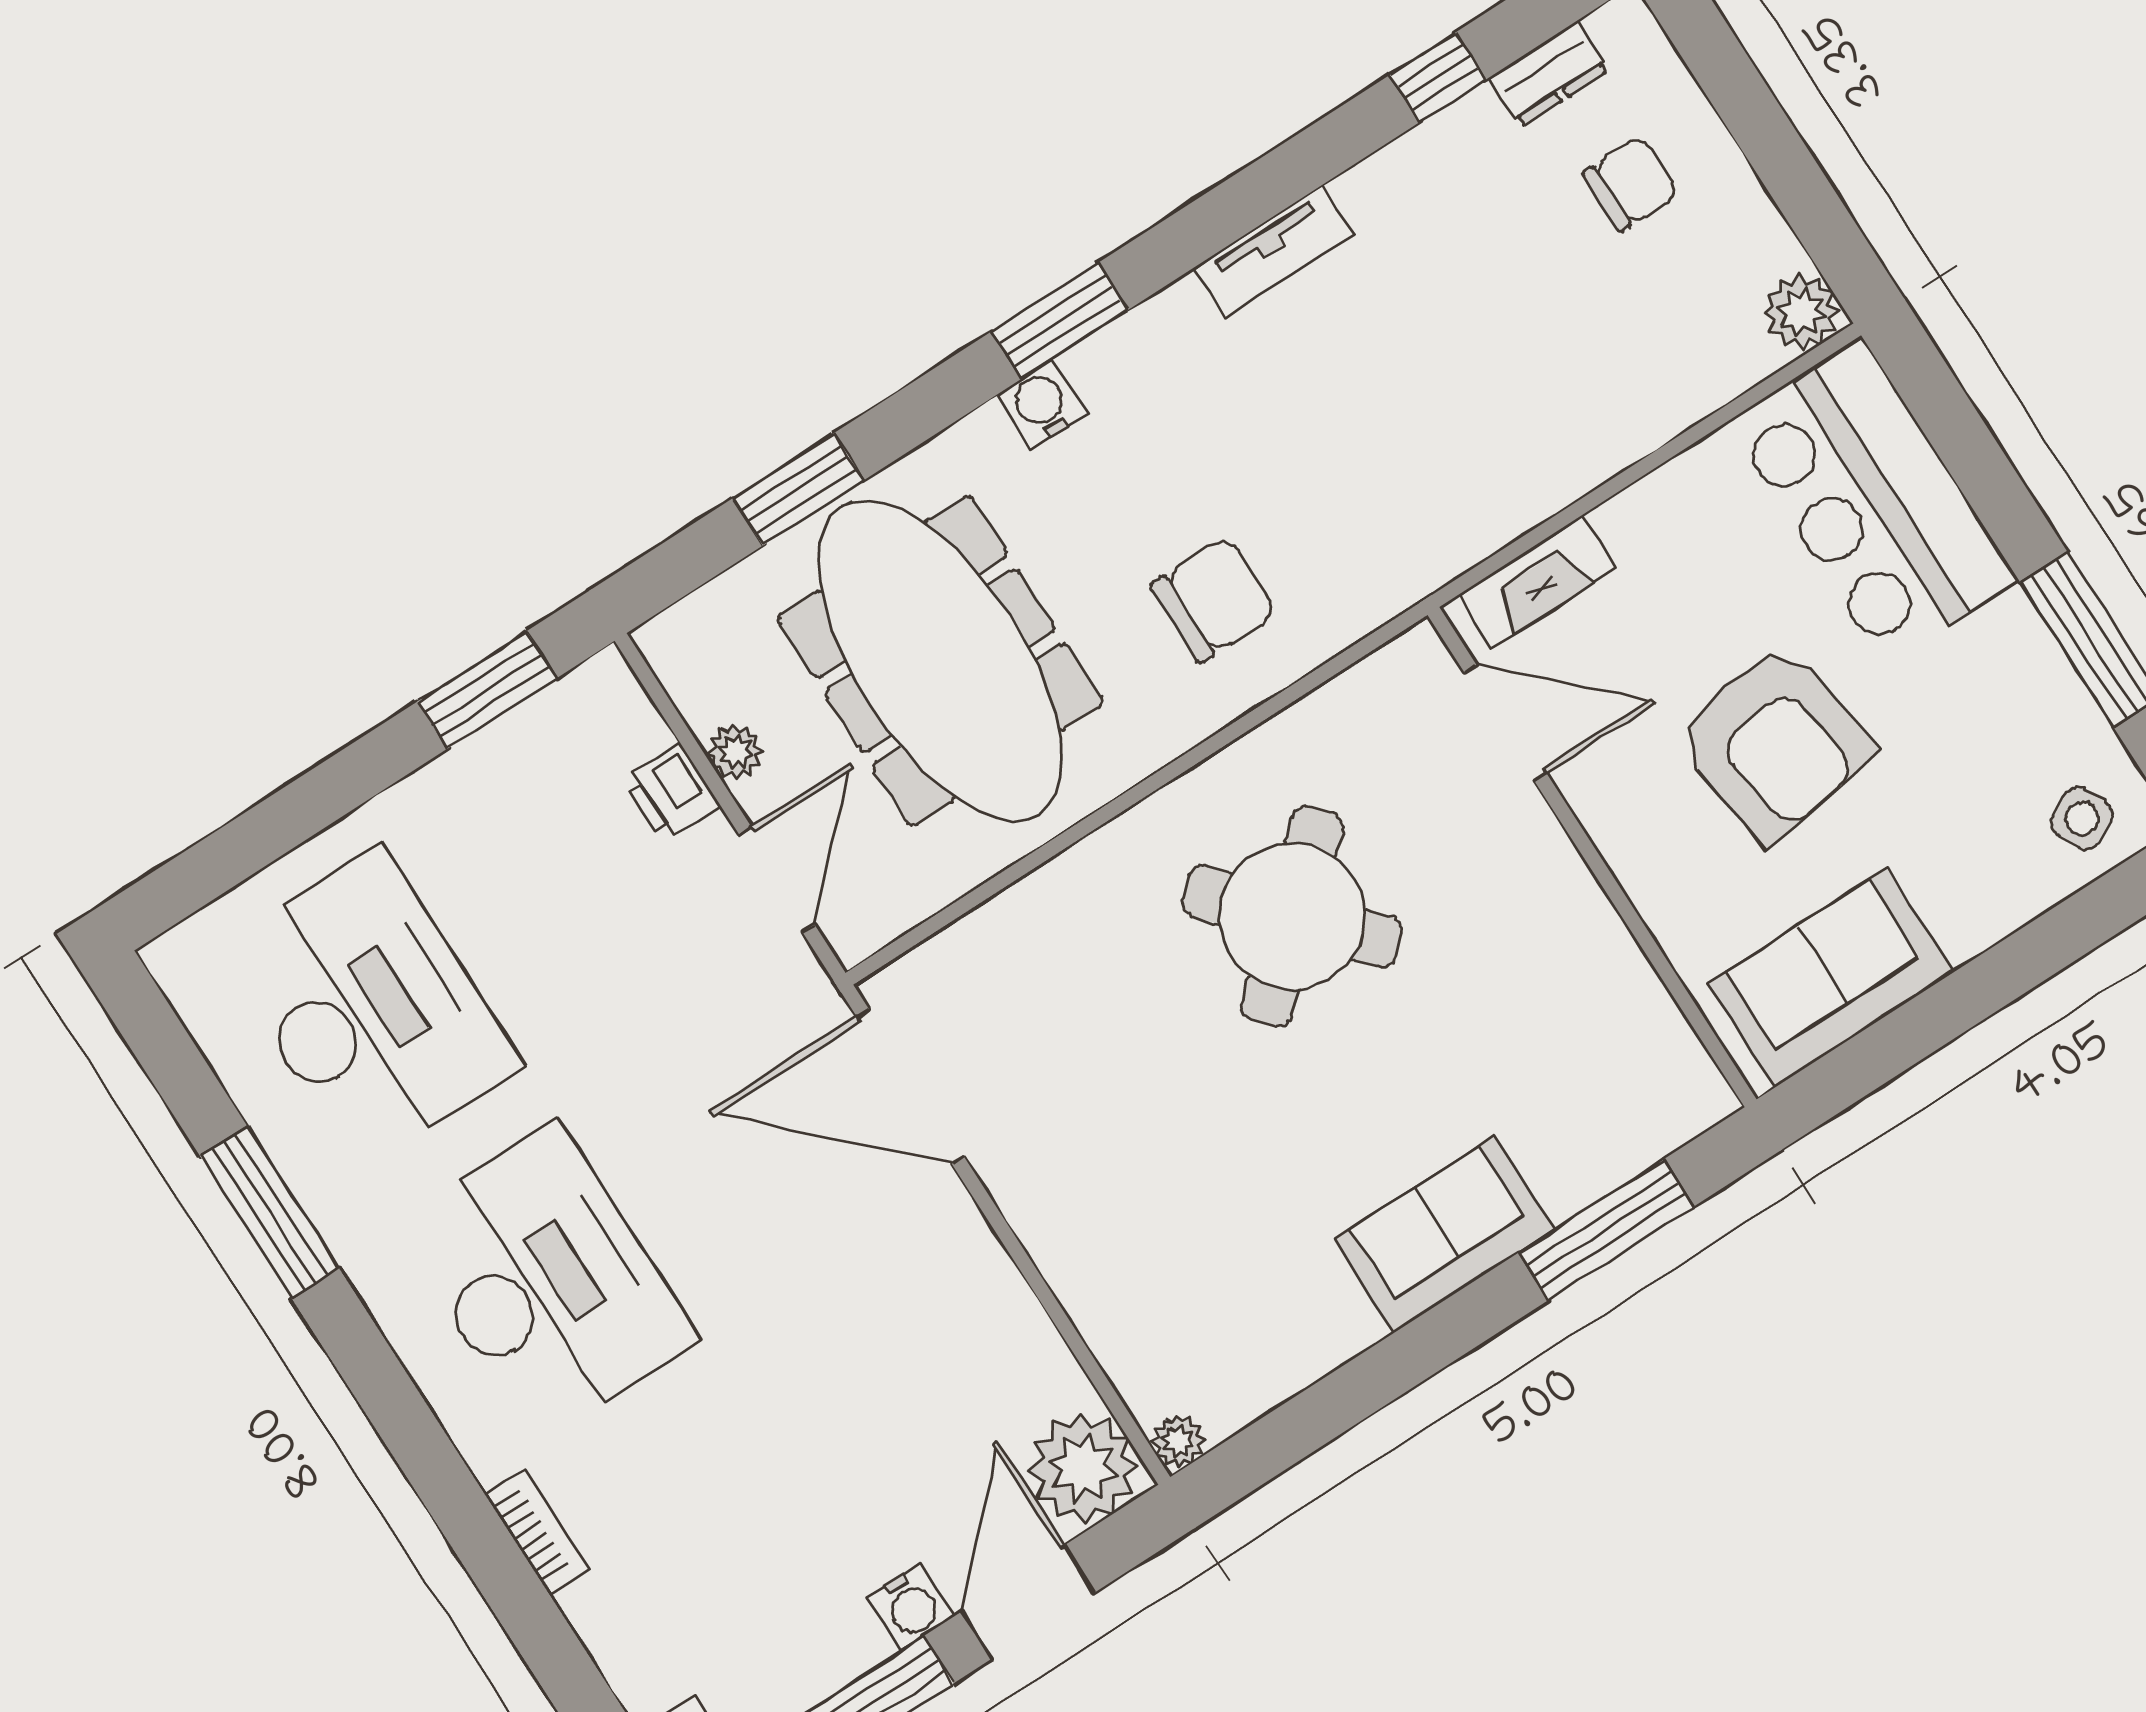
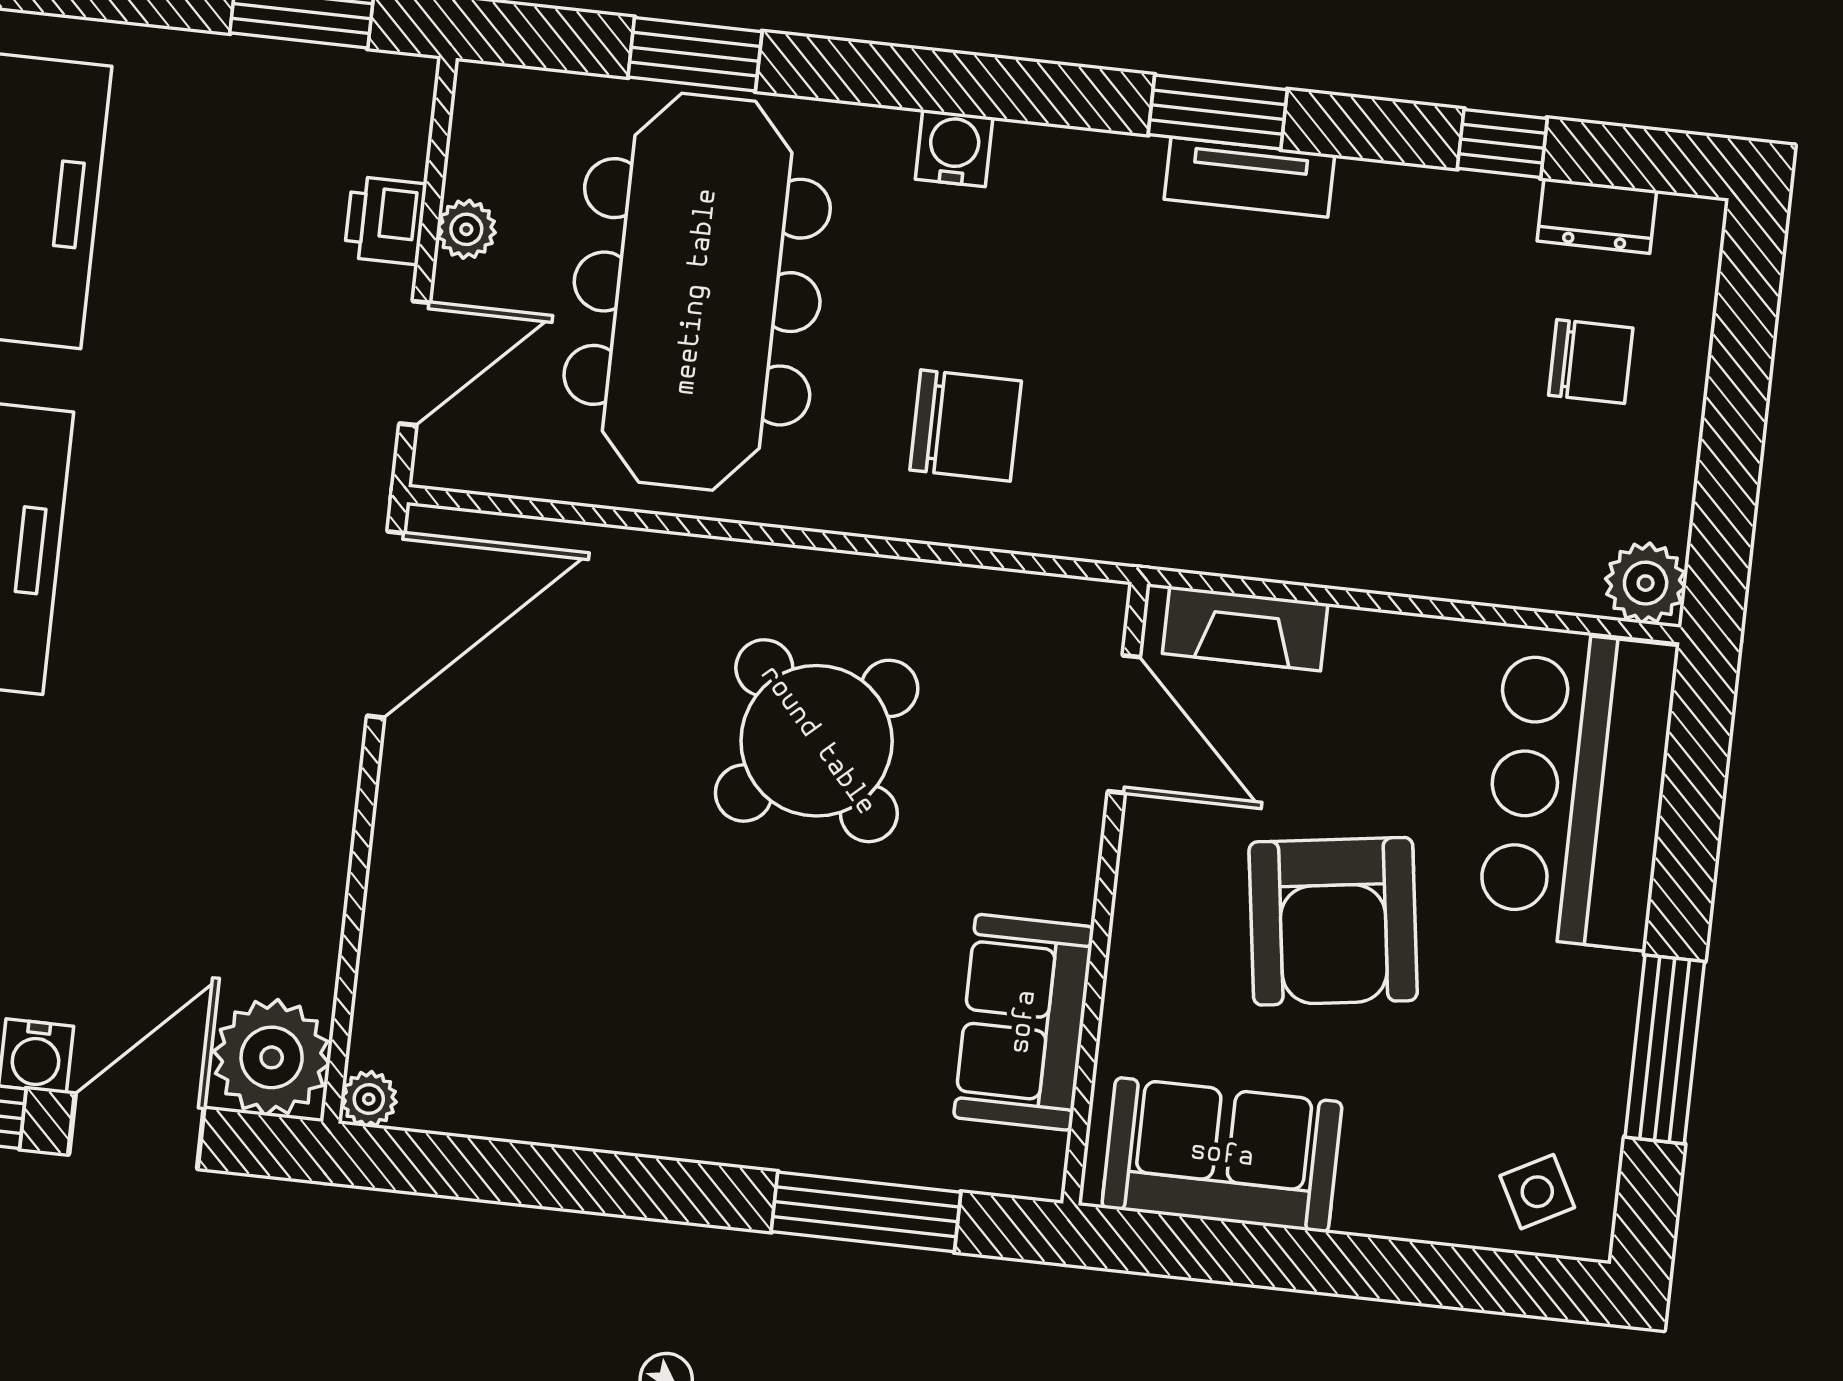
window: (1060, 321) -> (1218, 112), moved
door: (910, 1086) -> (386, 625), swing flipped
sofa: (1444, 1234) -> (1024, 1022), moved, turned -90

